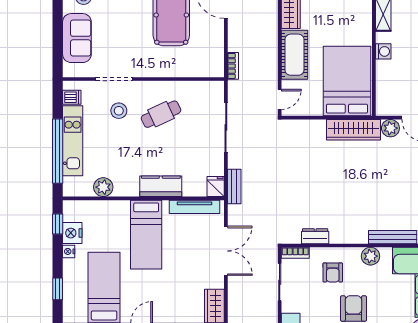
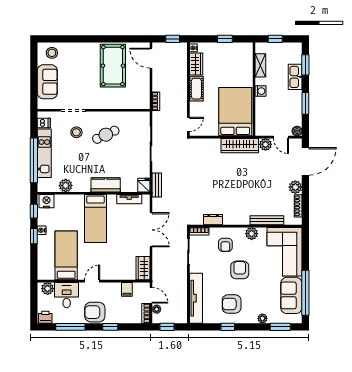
cot: (294, 55) -> (196, 89), width x0.73, depth x0.75
tv unit: (195, 207) -> (129, 199), width x0.71
nightstand: (72, 233) -> (47, 201), moved, turned 90
window: (58, 289) -> (34, 236), moved

